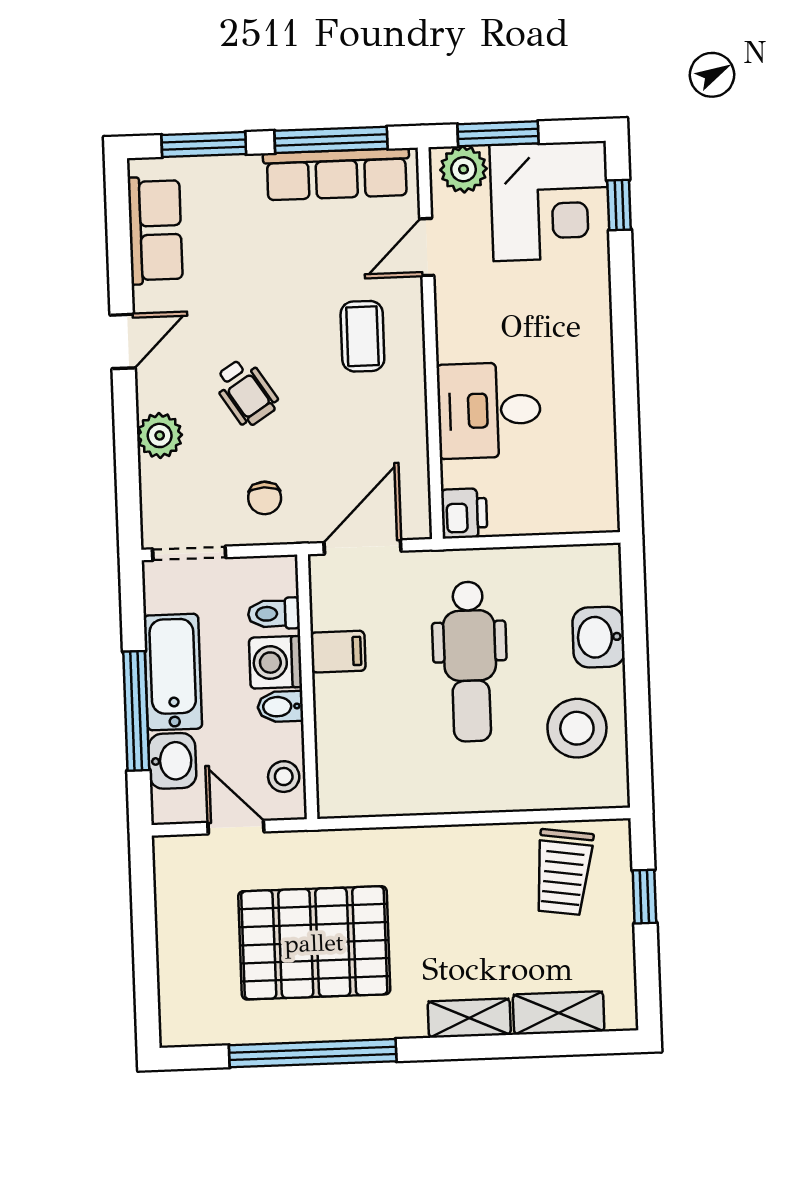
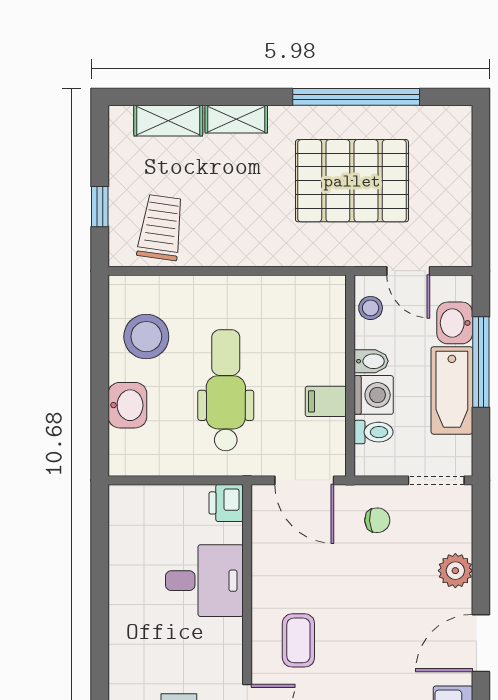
door: (123, 341) -> (481, 643), width x1.38
wheelchair: (246, 392) -> (389, 601), removed
chair: (265, 498) -> (377, 520), turned 87
door: (362, 547) -> (304, 480), hinge flipped

